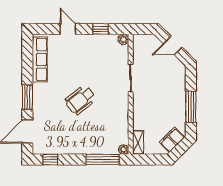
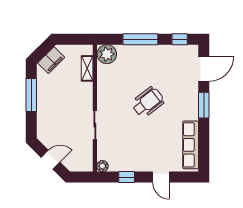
shelving: (138, 142) -> (87, 68), moved
plant: (123, 150) -> (107, 54), width x1.88, depth x1.88
window: (103, 159) -> (140, 39), moved

